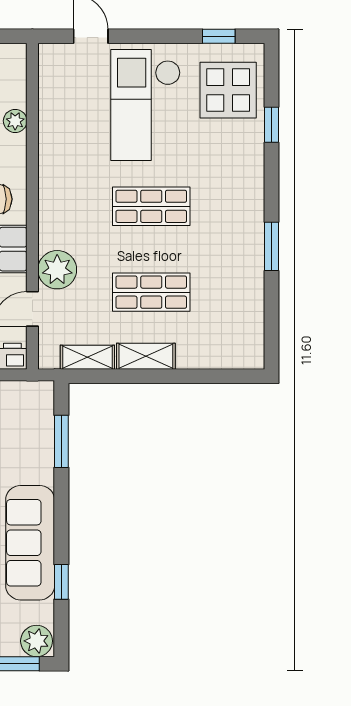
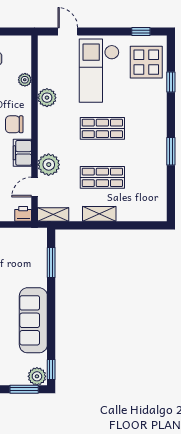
plant: (54, 152) -> (47, 98), added
shelving: (87, 357) -> (53, 214), moved
window: (61, 582) -> (51, 369), moved

